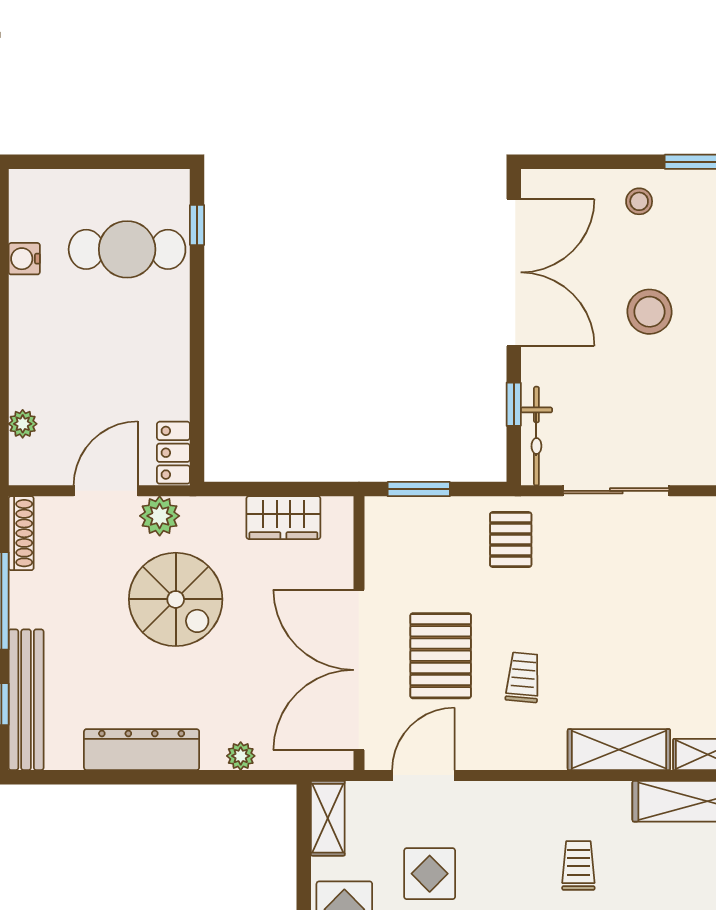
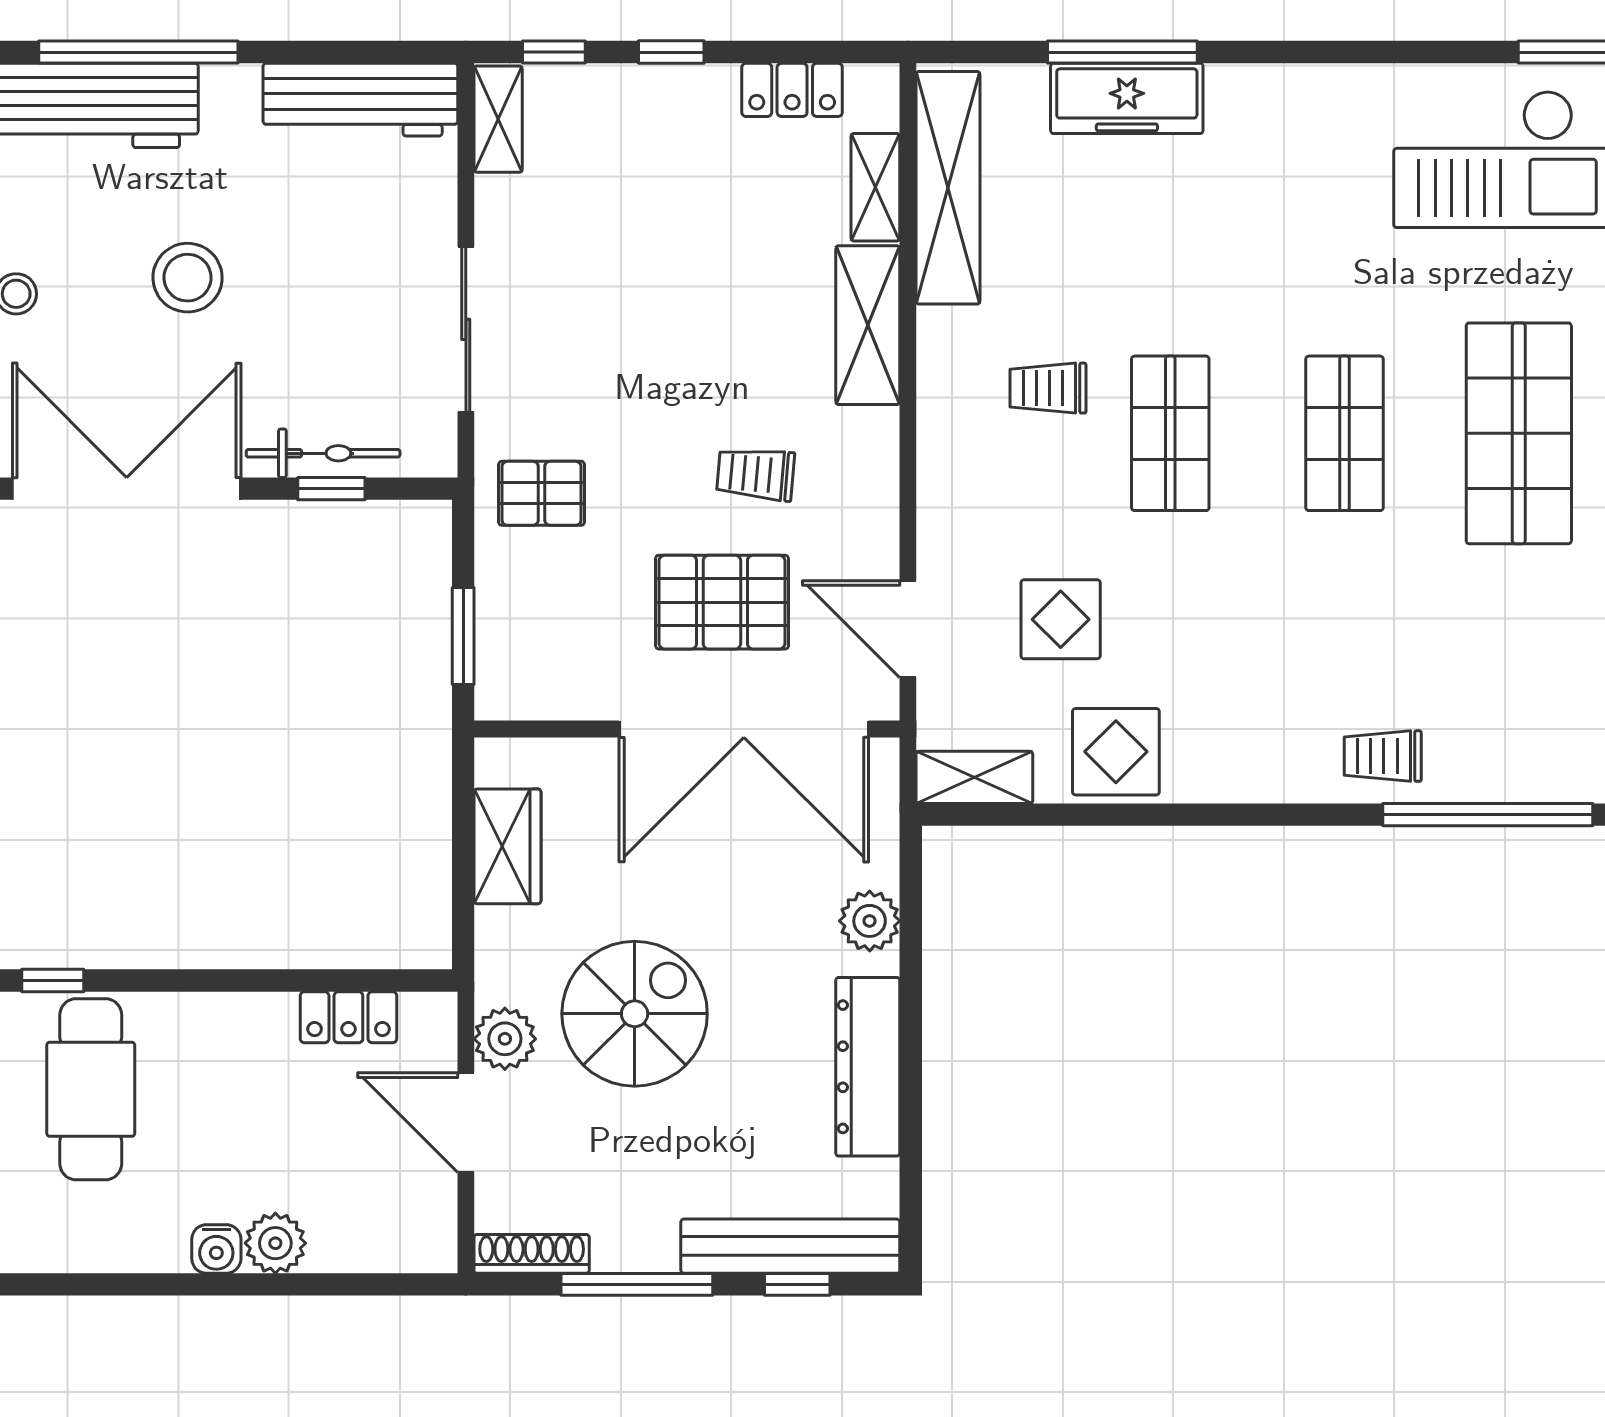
water cooler: (24, 259) -> (216, 1249), moved
plant: (23, 424) -> (275, 1243), moved, width x1.38, depth x1.38
bicycle: (536, 436) -> (323, 453), moved
locker: (173, 453) -> (348, 1017), moved
plant: (241, 756) -> (870, 921), width x1.38, depth x1.38

